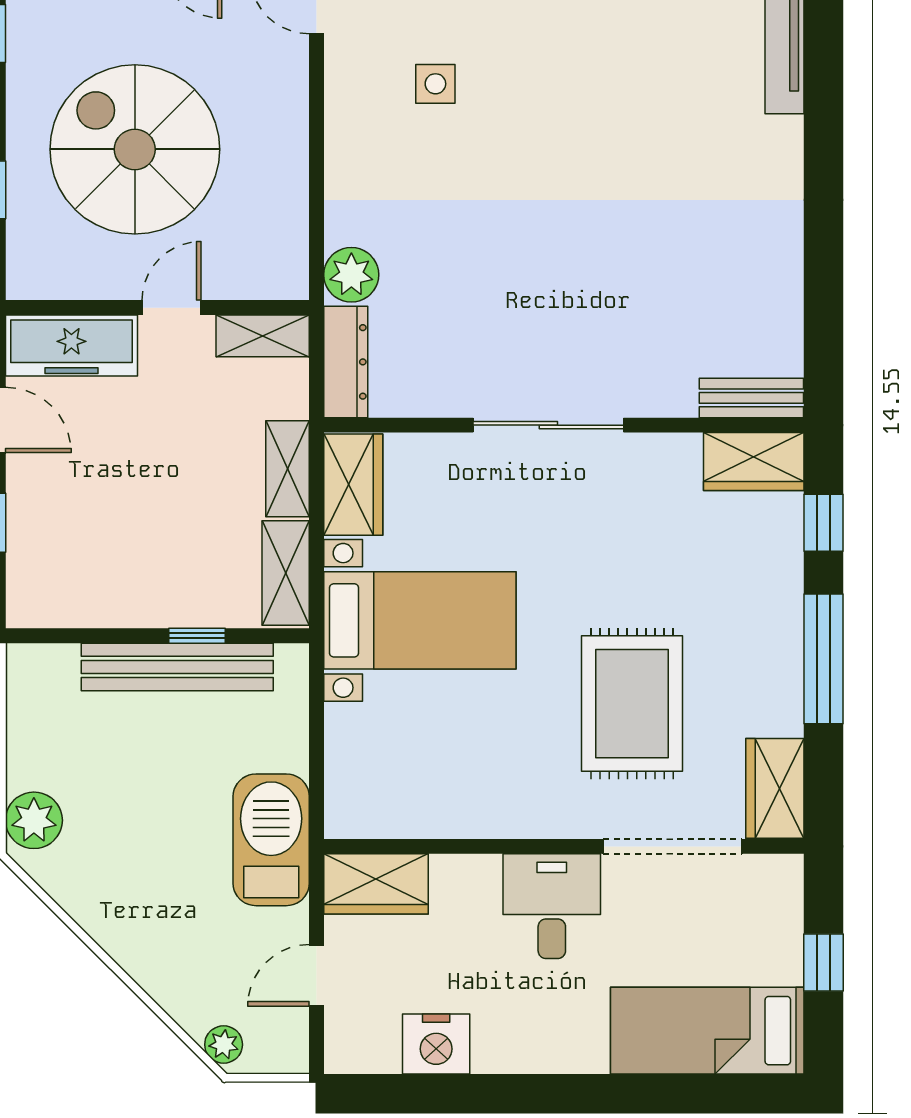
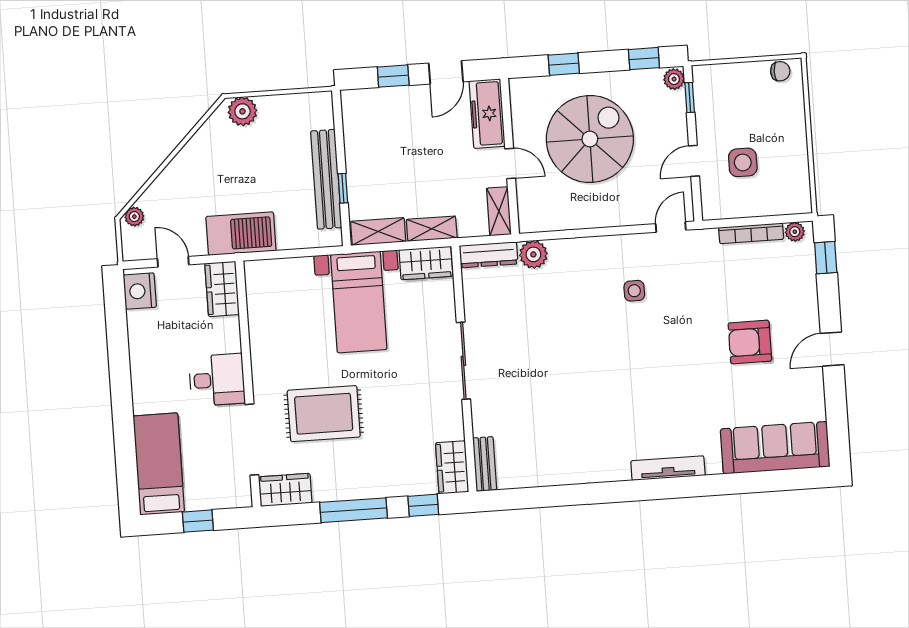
nightstand: (436, 1044) -> (140, 291), moved

